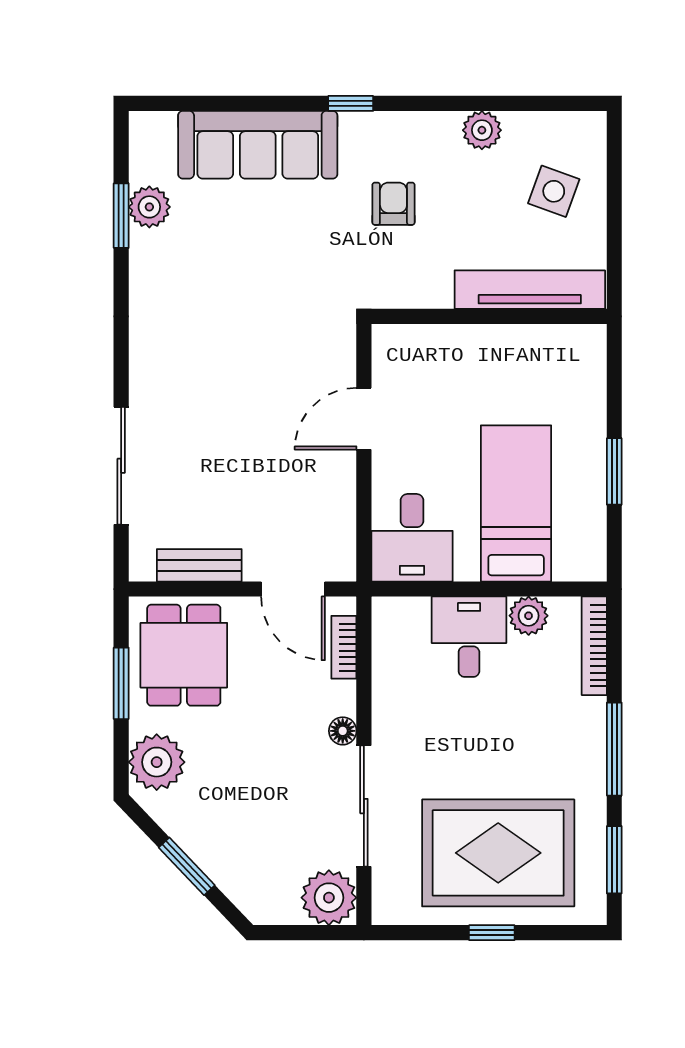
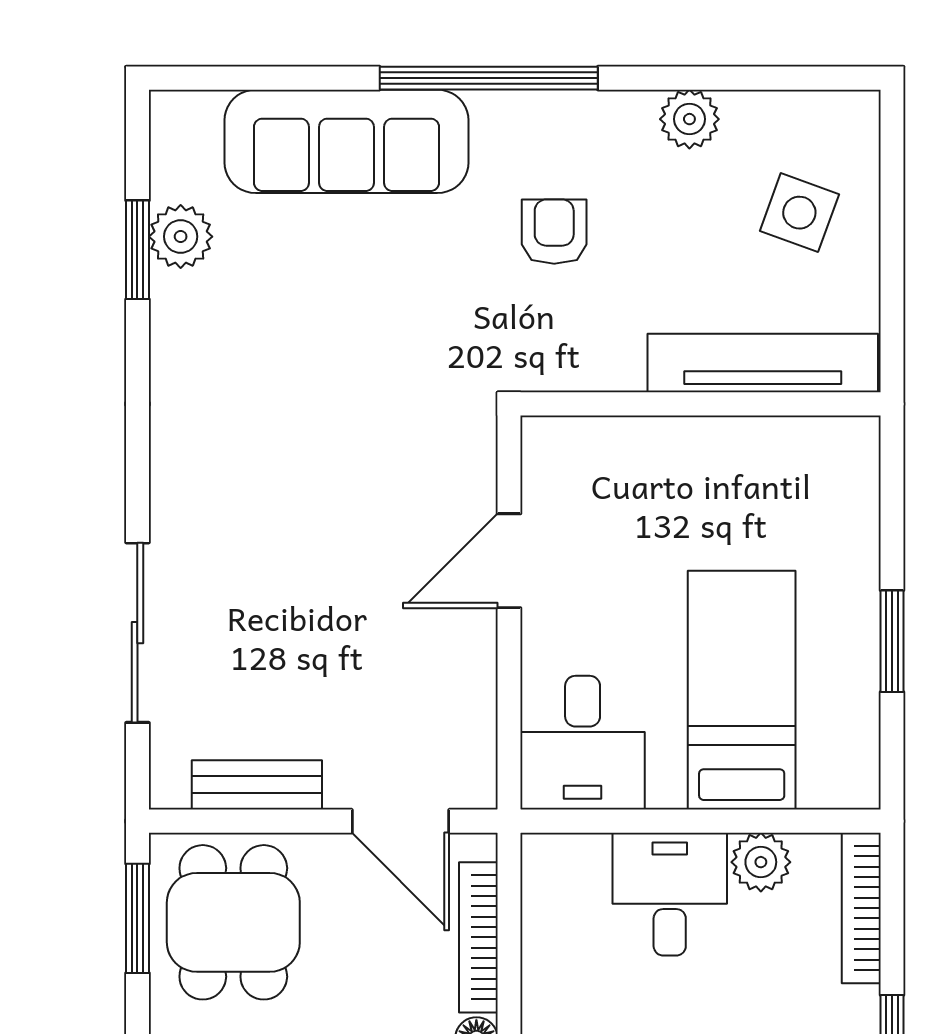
window: (351, 103) -> (489, 78), width x3.17
bookcase: (344, 647) -> (478, 937), width x1.56
window: (121, 683) -> (137, 918), moved

